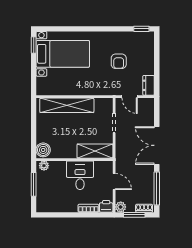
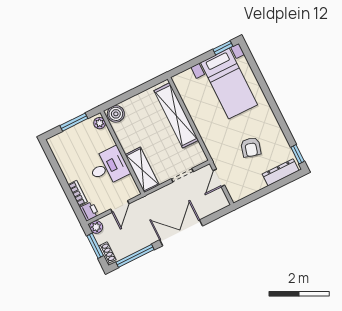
armchair: (119, 61) -> (251, 147), turned -75
dresser: (149, 85) -> (281, 172), moved, width x1.44

